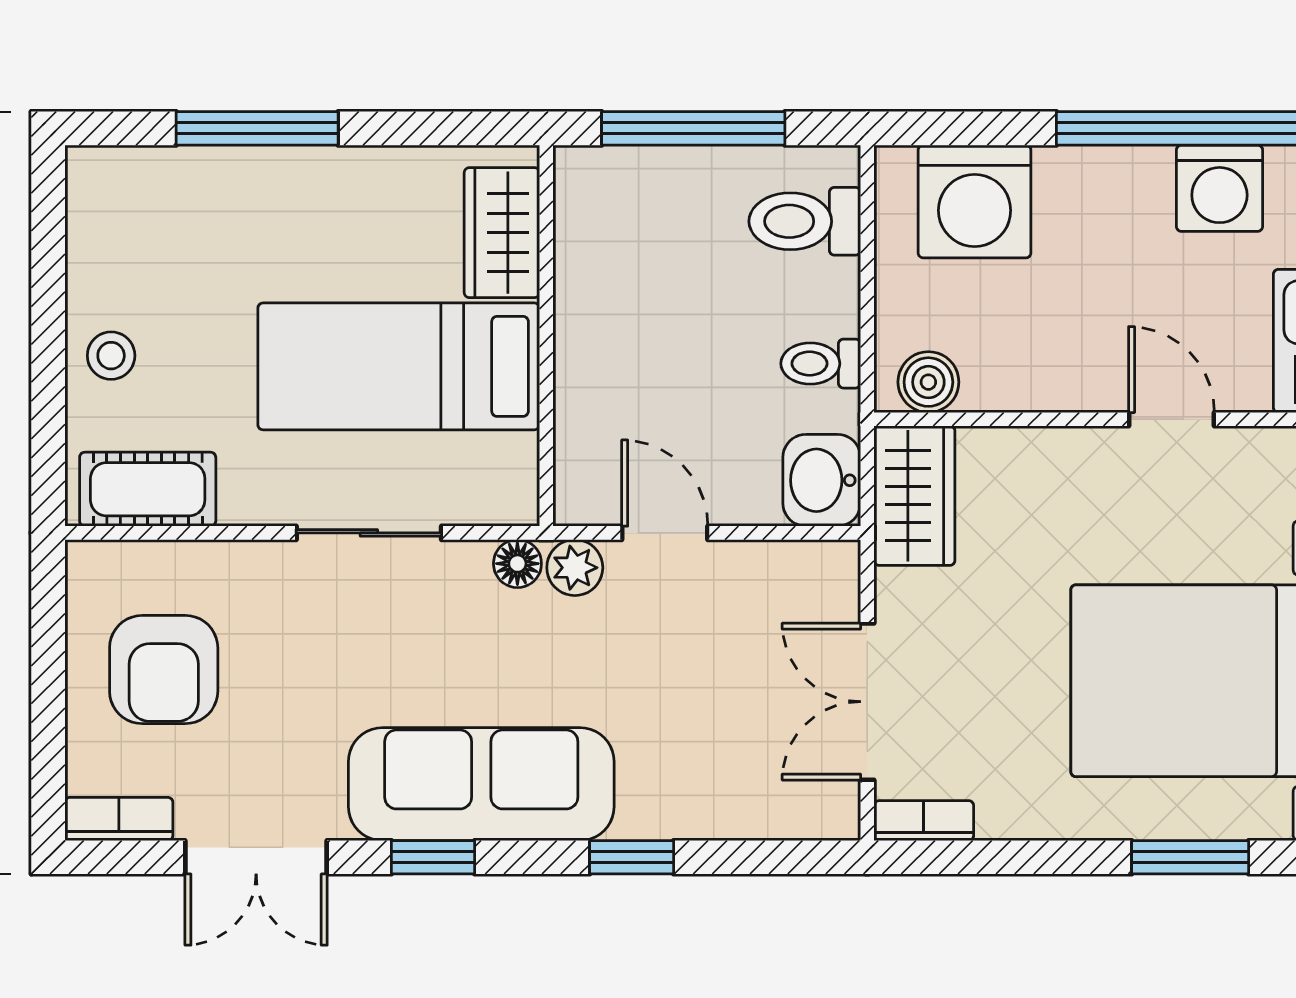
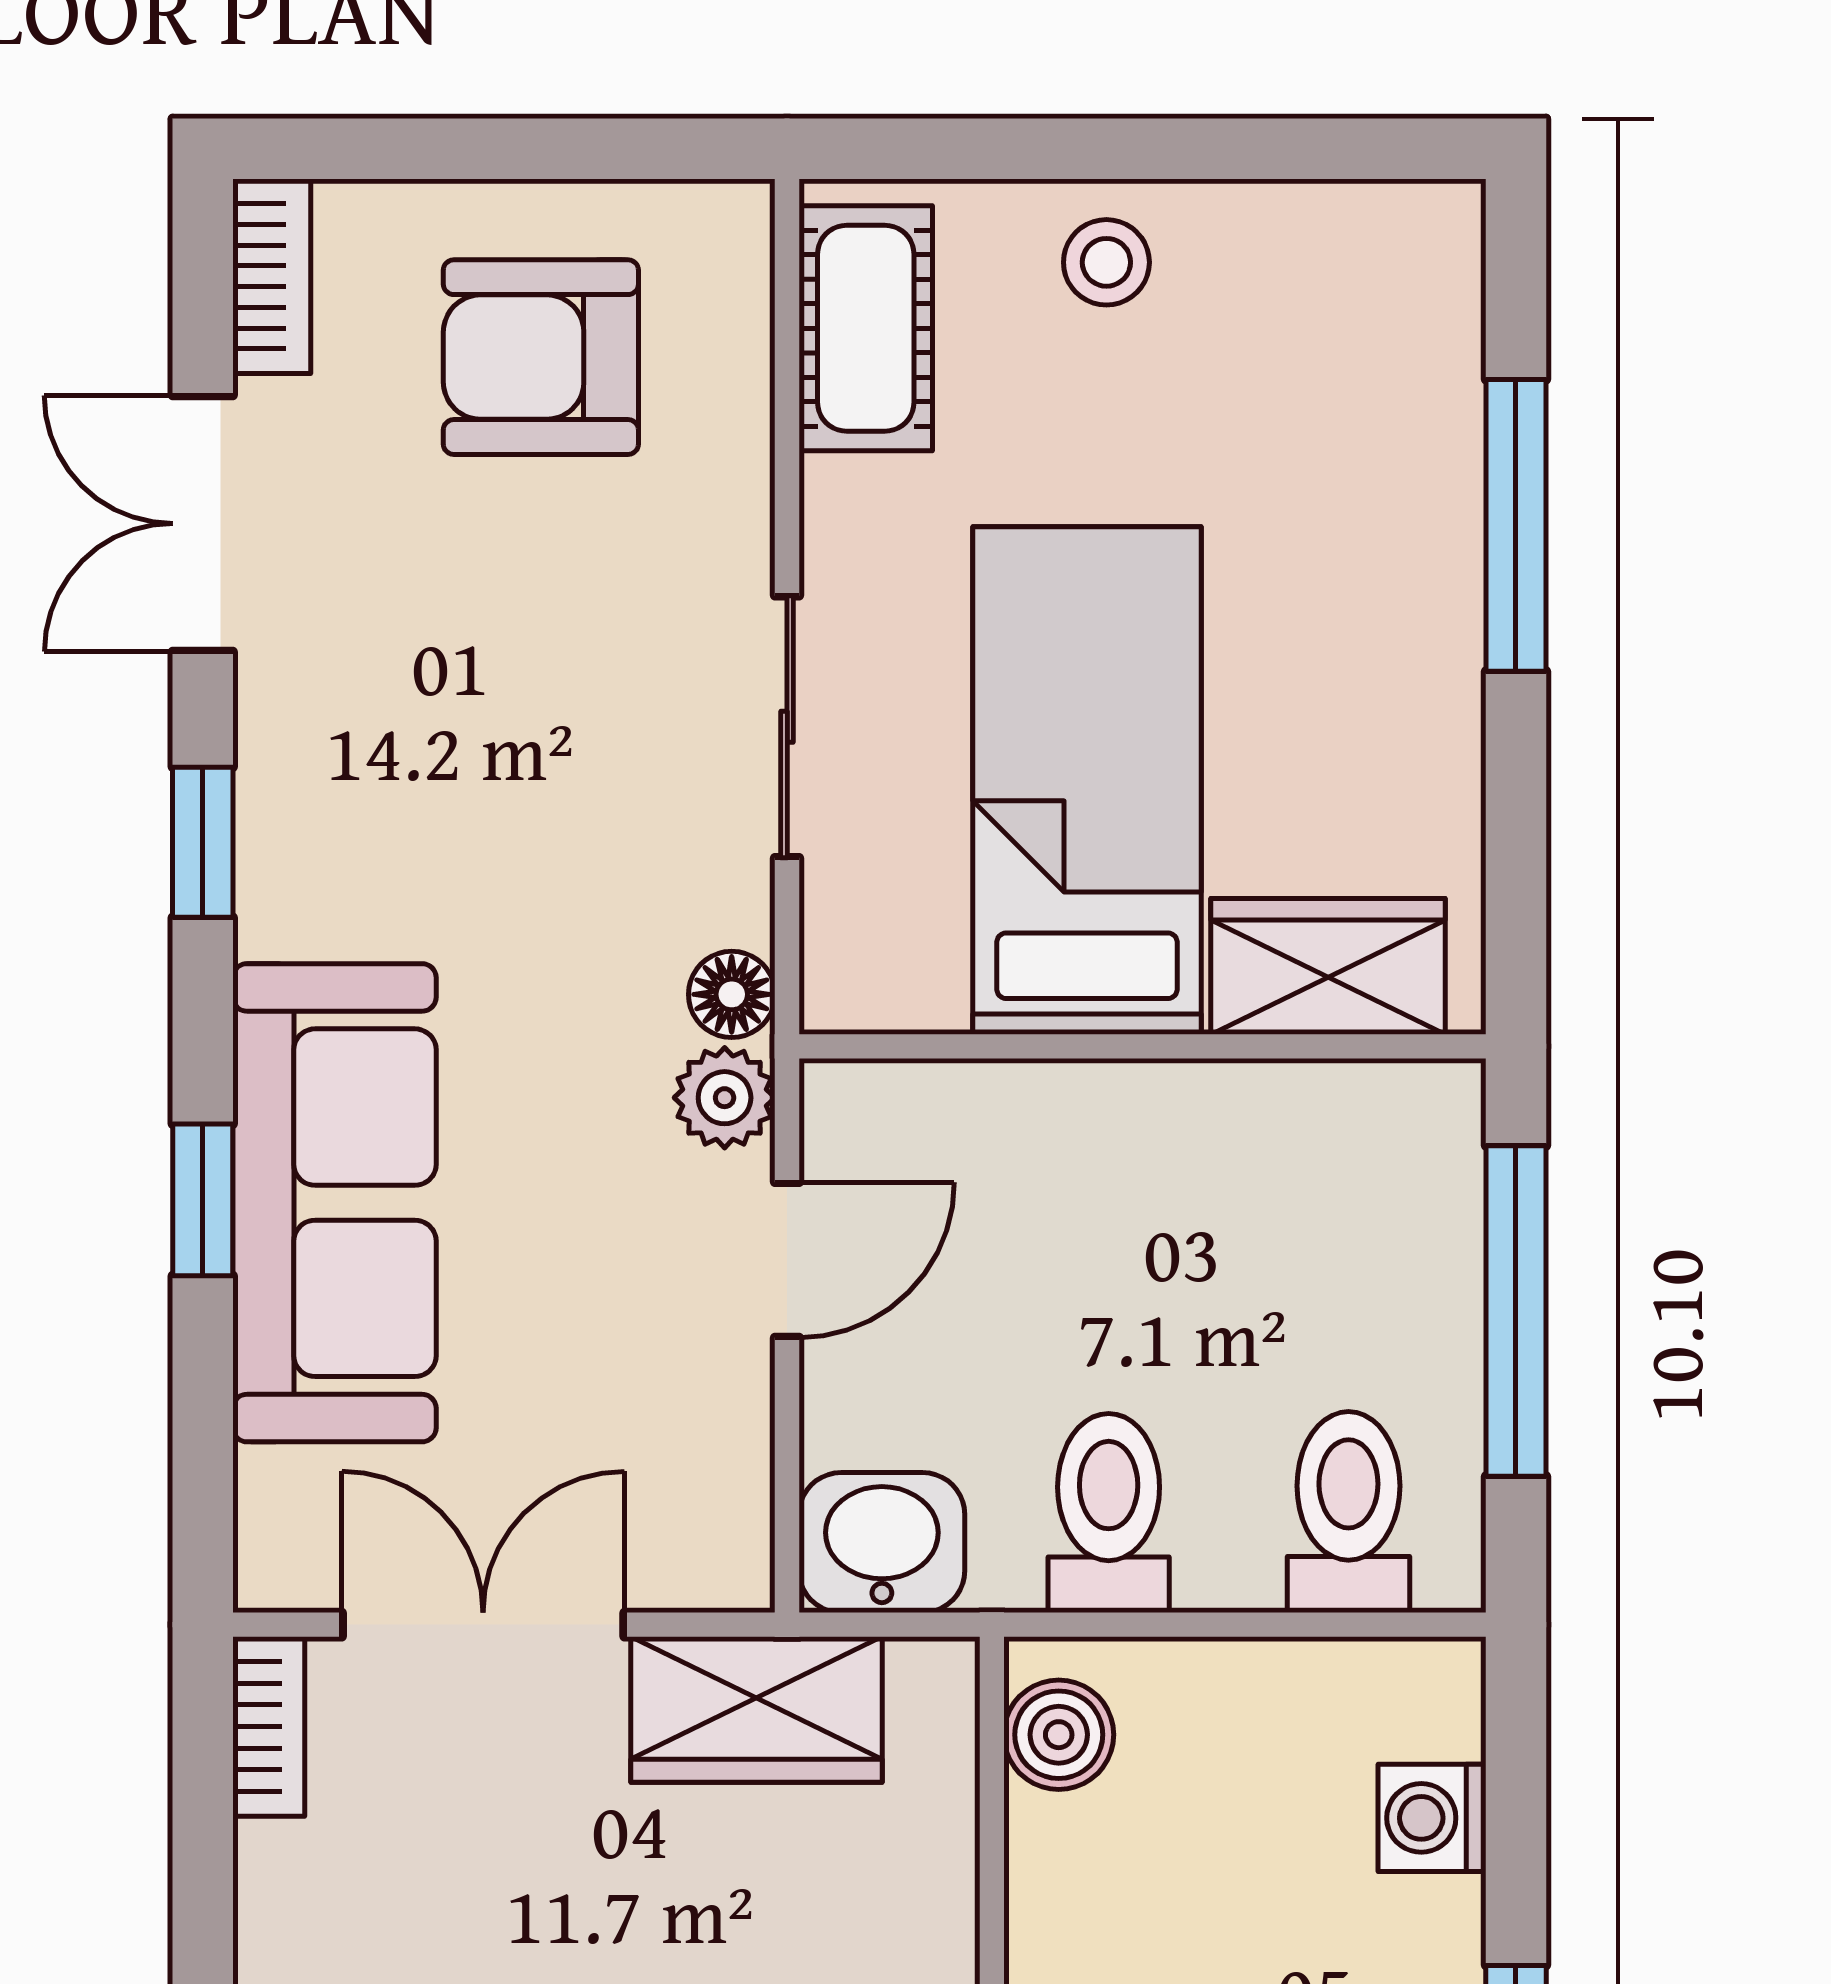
washing machine: (975, 201) -> (1432, 1818), width x0.53, depth x0.53
toilet: (821, 364) -> (1109, 1513), width x1.37, depth x1.39
wardrobe: (914, 496) -> (757, 1710), moved
sofa: (481, 784) -> (334, 1203), moved

